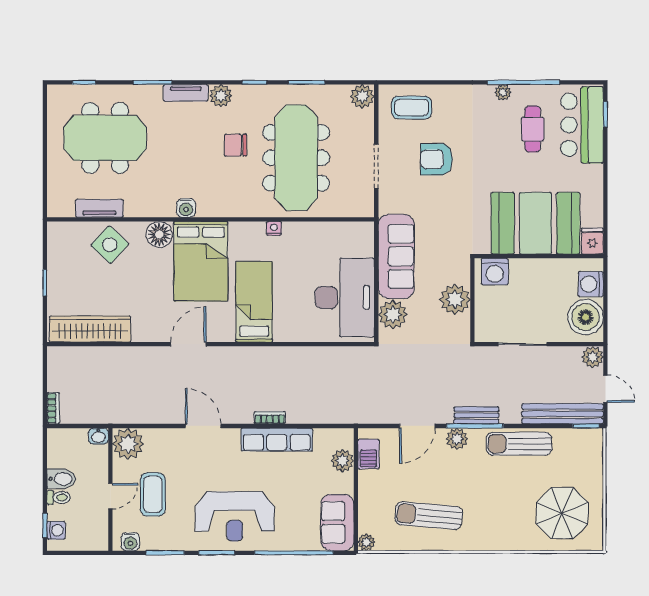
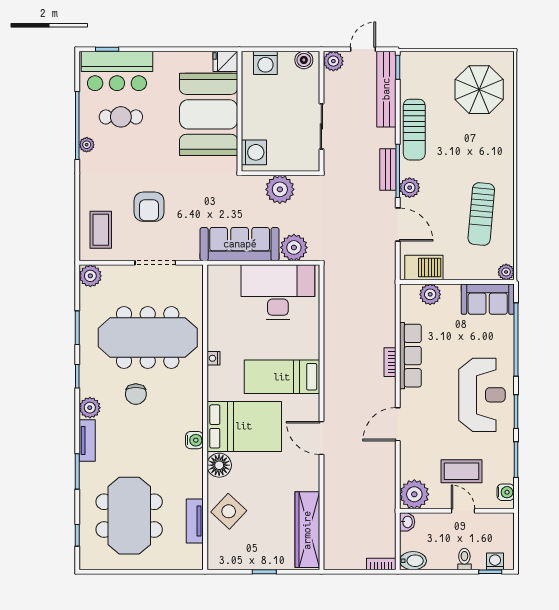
boiler: (586, 317) -> (304, 60), width x0.54, depth x0.54
barbecue: (368, 454) -> (424, 268), width x1.38, depth x1.27
bidet: (61, 479) -> (413, 561), moved, turned 90

